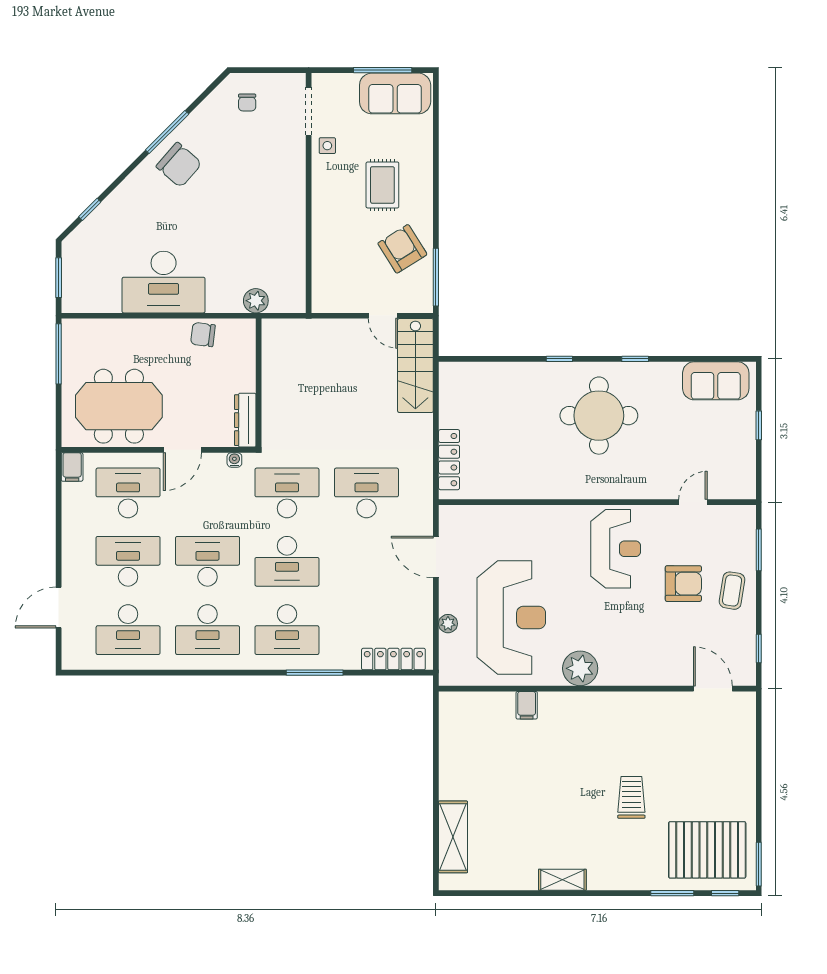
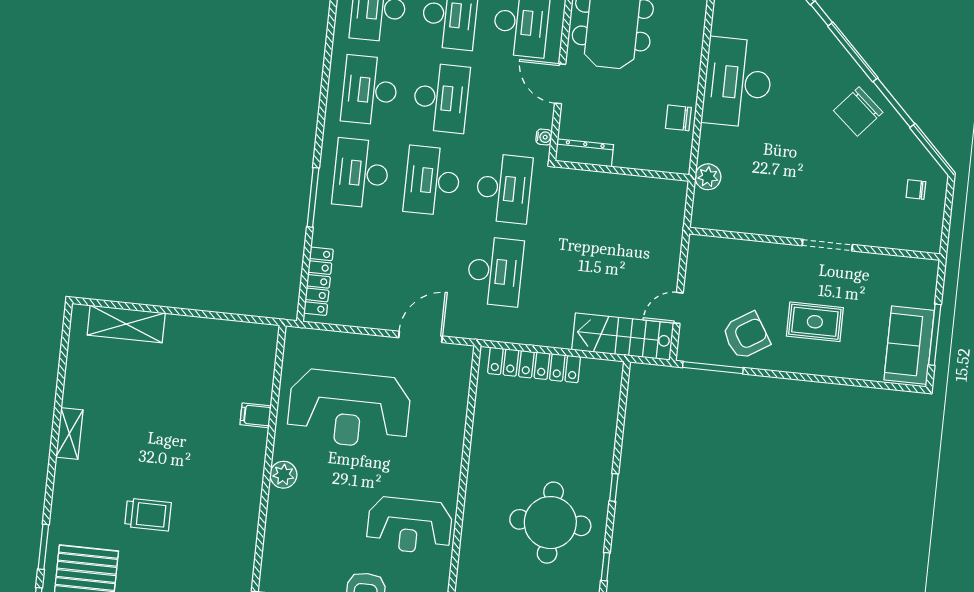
doorway: (309, 111) -> (827, 245), moved
side table: (327, 146) -> (862, 269), removed
chair: (203, 335) -> (678, 118), turned -97
locker: (449, 460) -> (534, 365), width x1.41, depth x1.21
plant: (448, 624) -> (350, 342), removed
plant: (580, 668) -> (283, 475), width x0.73, depth x0.73

